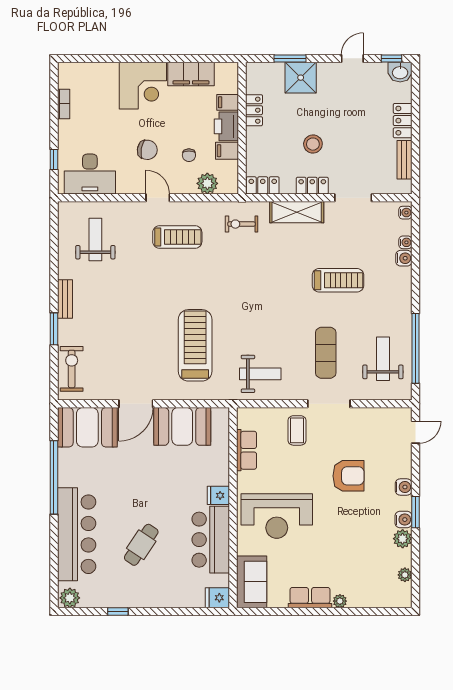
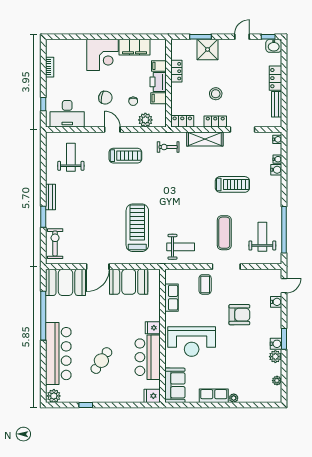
water cooler: (404, 487) -> (276, 302), moved

